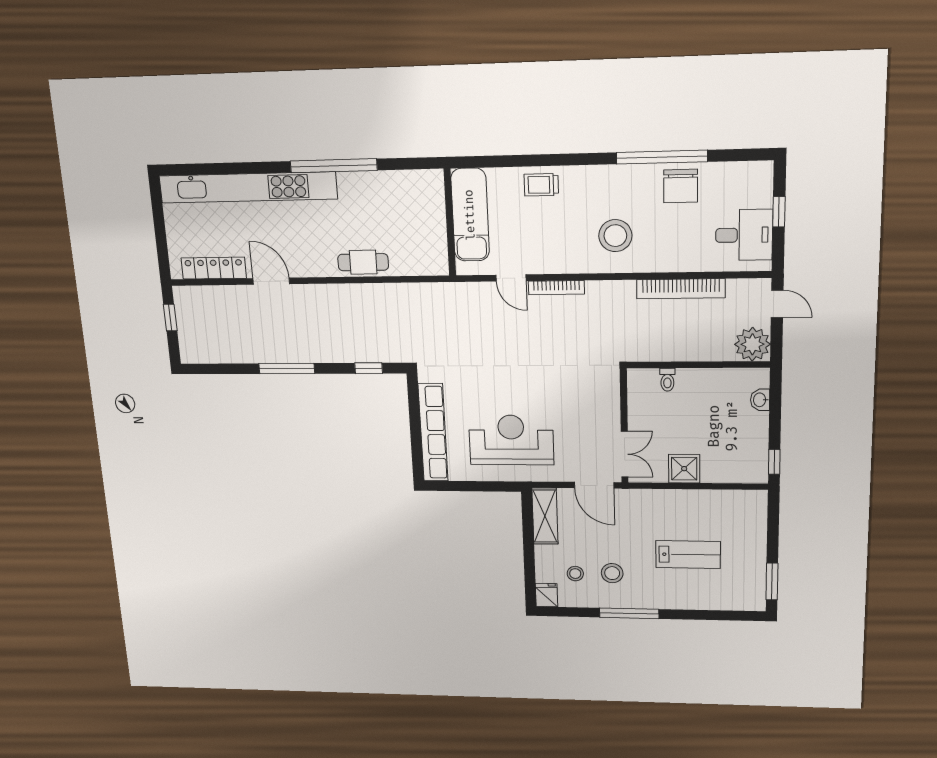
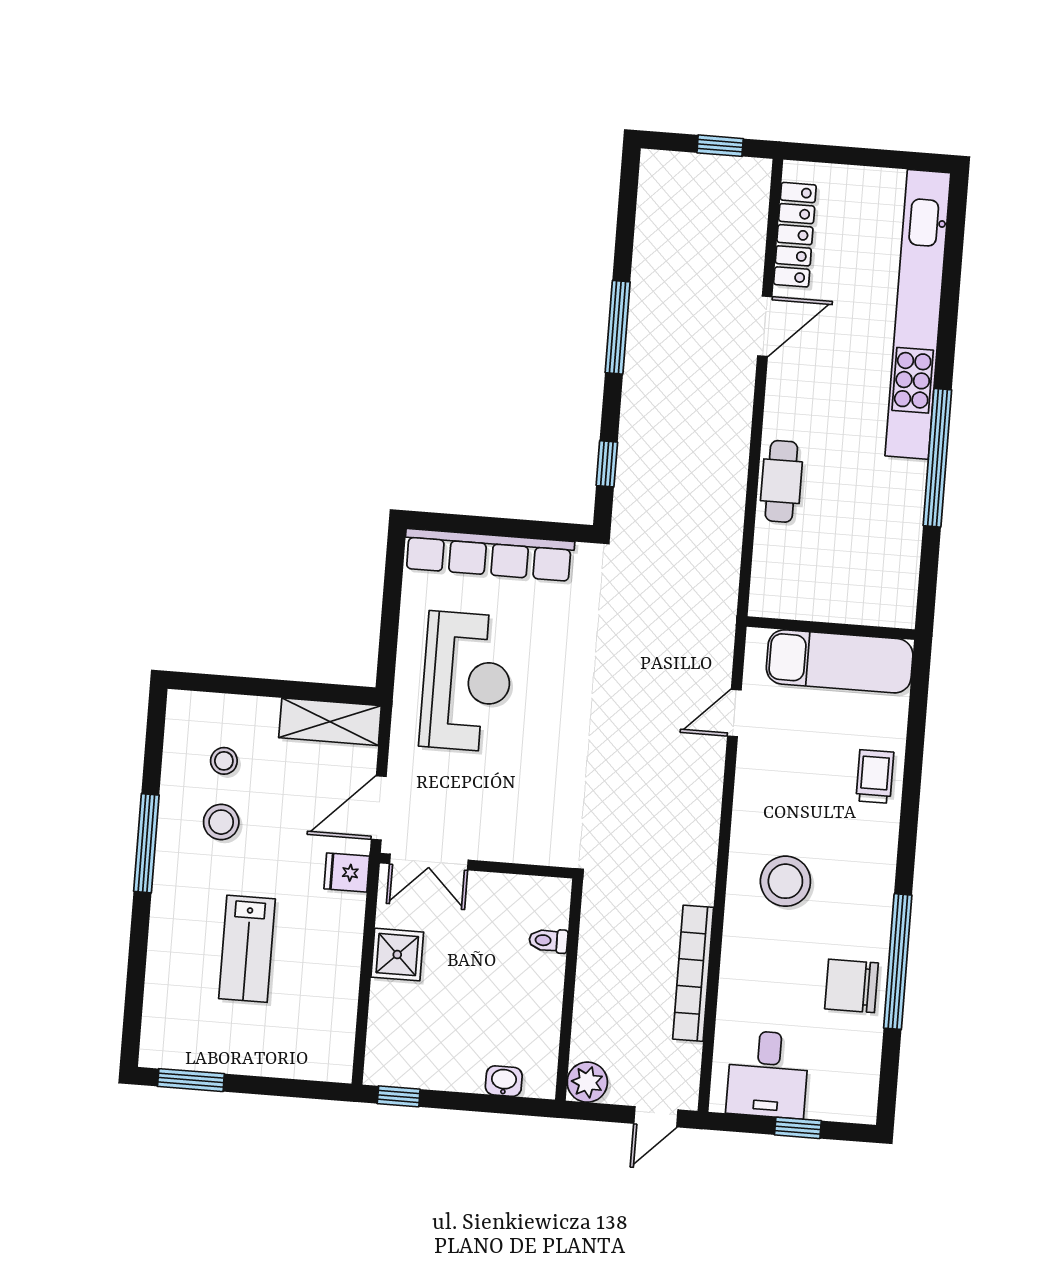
bookcase: (556, 288) -> (712, 782), removed
plant: (752, 344) -> (587, 1082), width x0.73, depth x0.73
fridge: (546, 595) -> (347, 872), moved, turned 180

